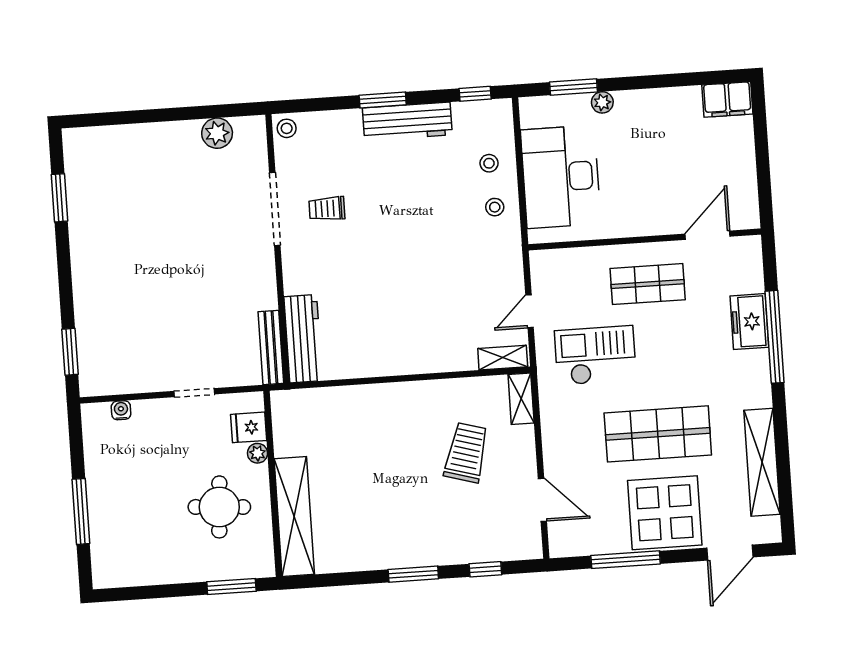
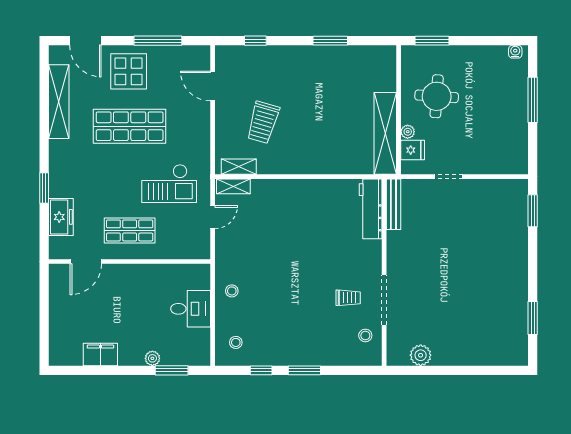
window: (475, 94) -> (261, 370), moved
filing cabinet: (727, 99) -> (100, 354), moved
workbench: (407, 121) -> (288, 354), removed
stool: (287, 128) -> (365, 335), moved
stool: (489, 163) -> (236, 342), moved
desk: (561, 177) -> (191, 309), width x0.53, depth x0.77
freezer: (749, 322) -> (61, 217), moved
window: (775, 337) -> (44, 188), width x0.47
shelving: (521, 399) -> (239, 167), moved, turned 90
water cooler: (121, 410) -> (515, 52), moved, turned 180
display table: (665, 513) -> (129, 71), width x0.73, depth x0.73
shelving: (294, 516) -> (385, 133), moved
door: (730, 553) -> (85, 41), swing flipped
window: (413, 574) -> (330, 41), moved

